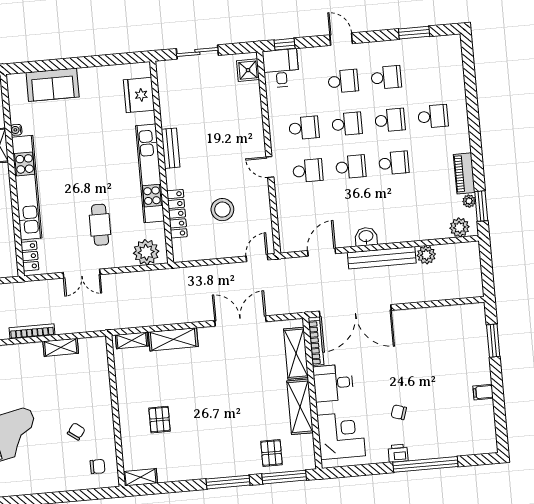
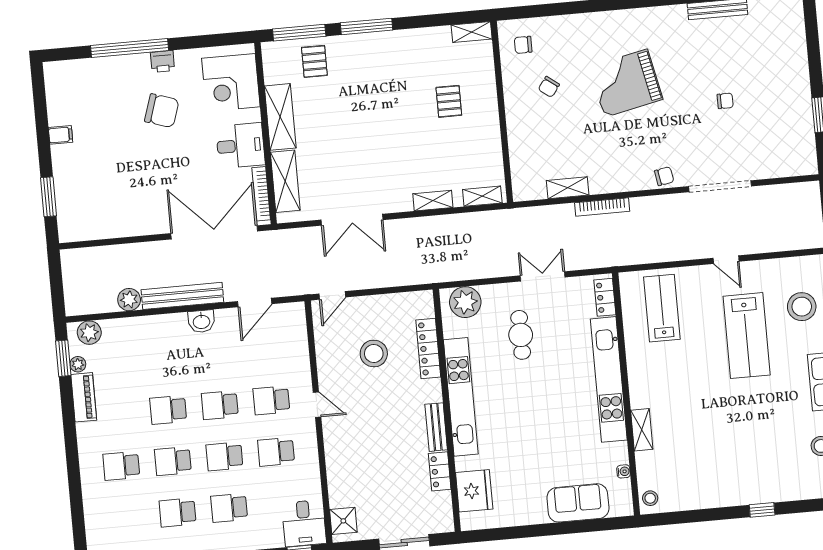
locker: (168, 111) -> (440, 471), added
water cooler: (16, 130) -> (624, 471), moved
shelving: (173, 339) -> (433, 201), width x0.67, depth x0.75
chair: (399, 412) -> (162, 111), width x1.87, depth x1.87

